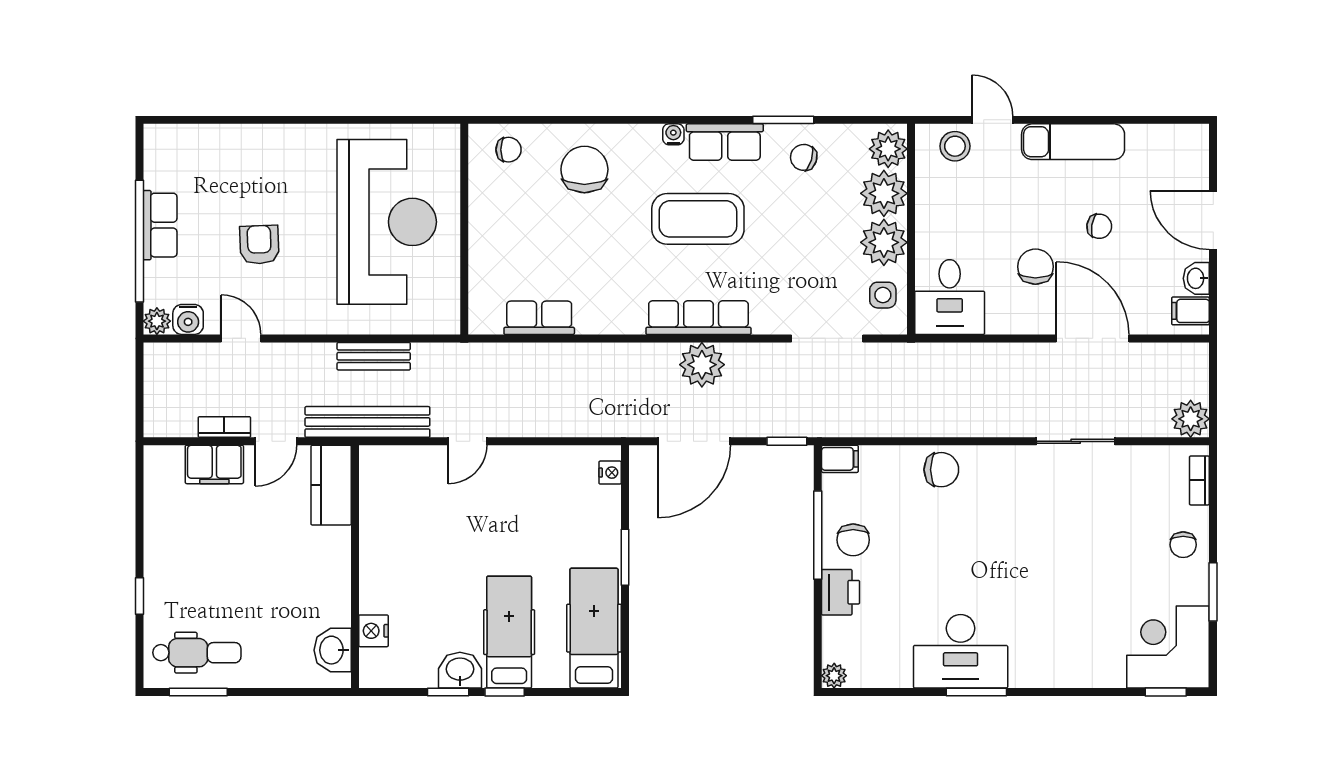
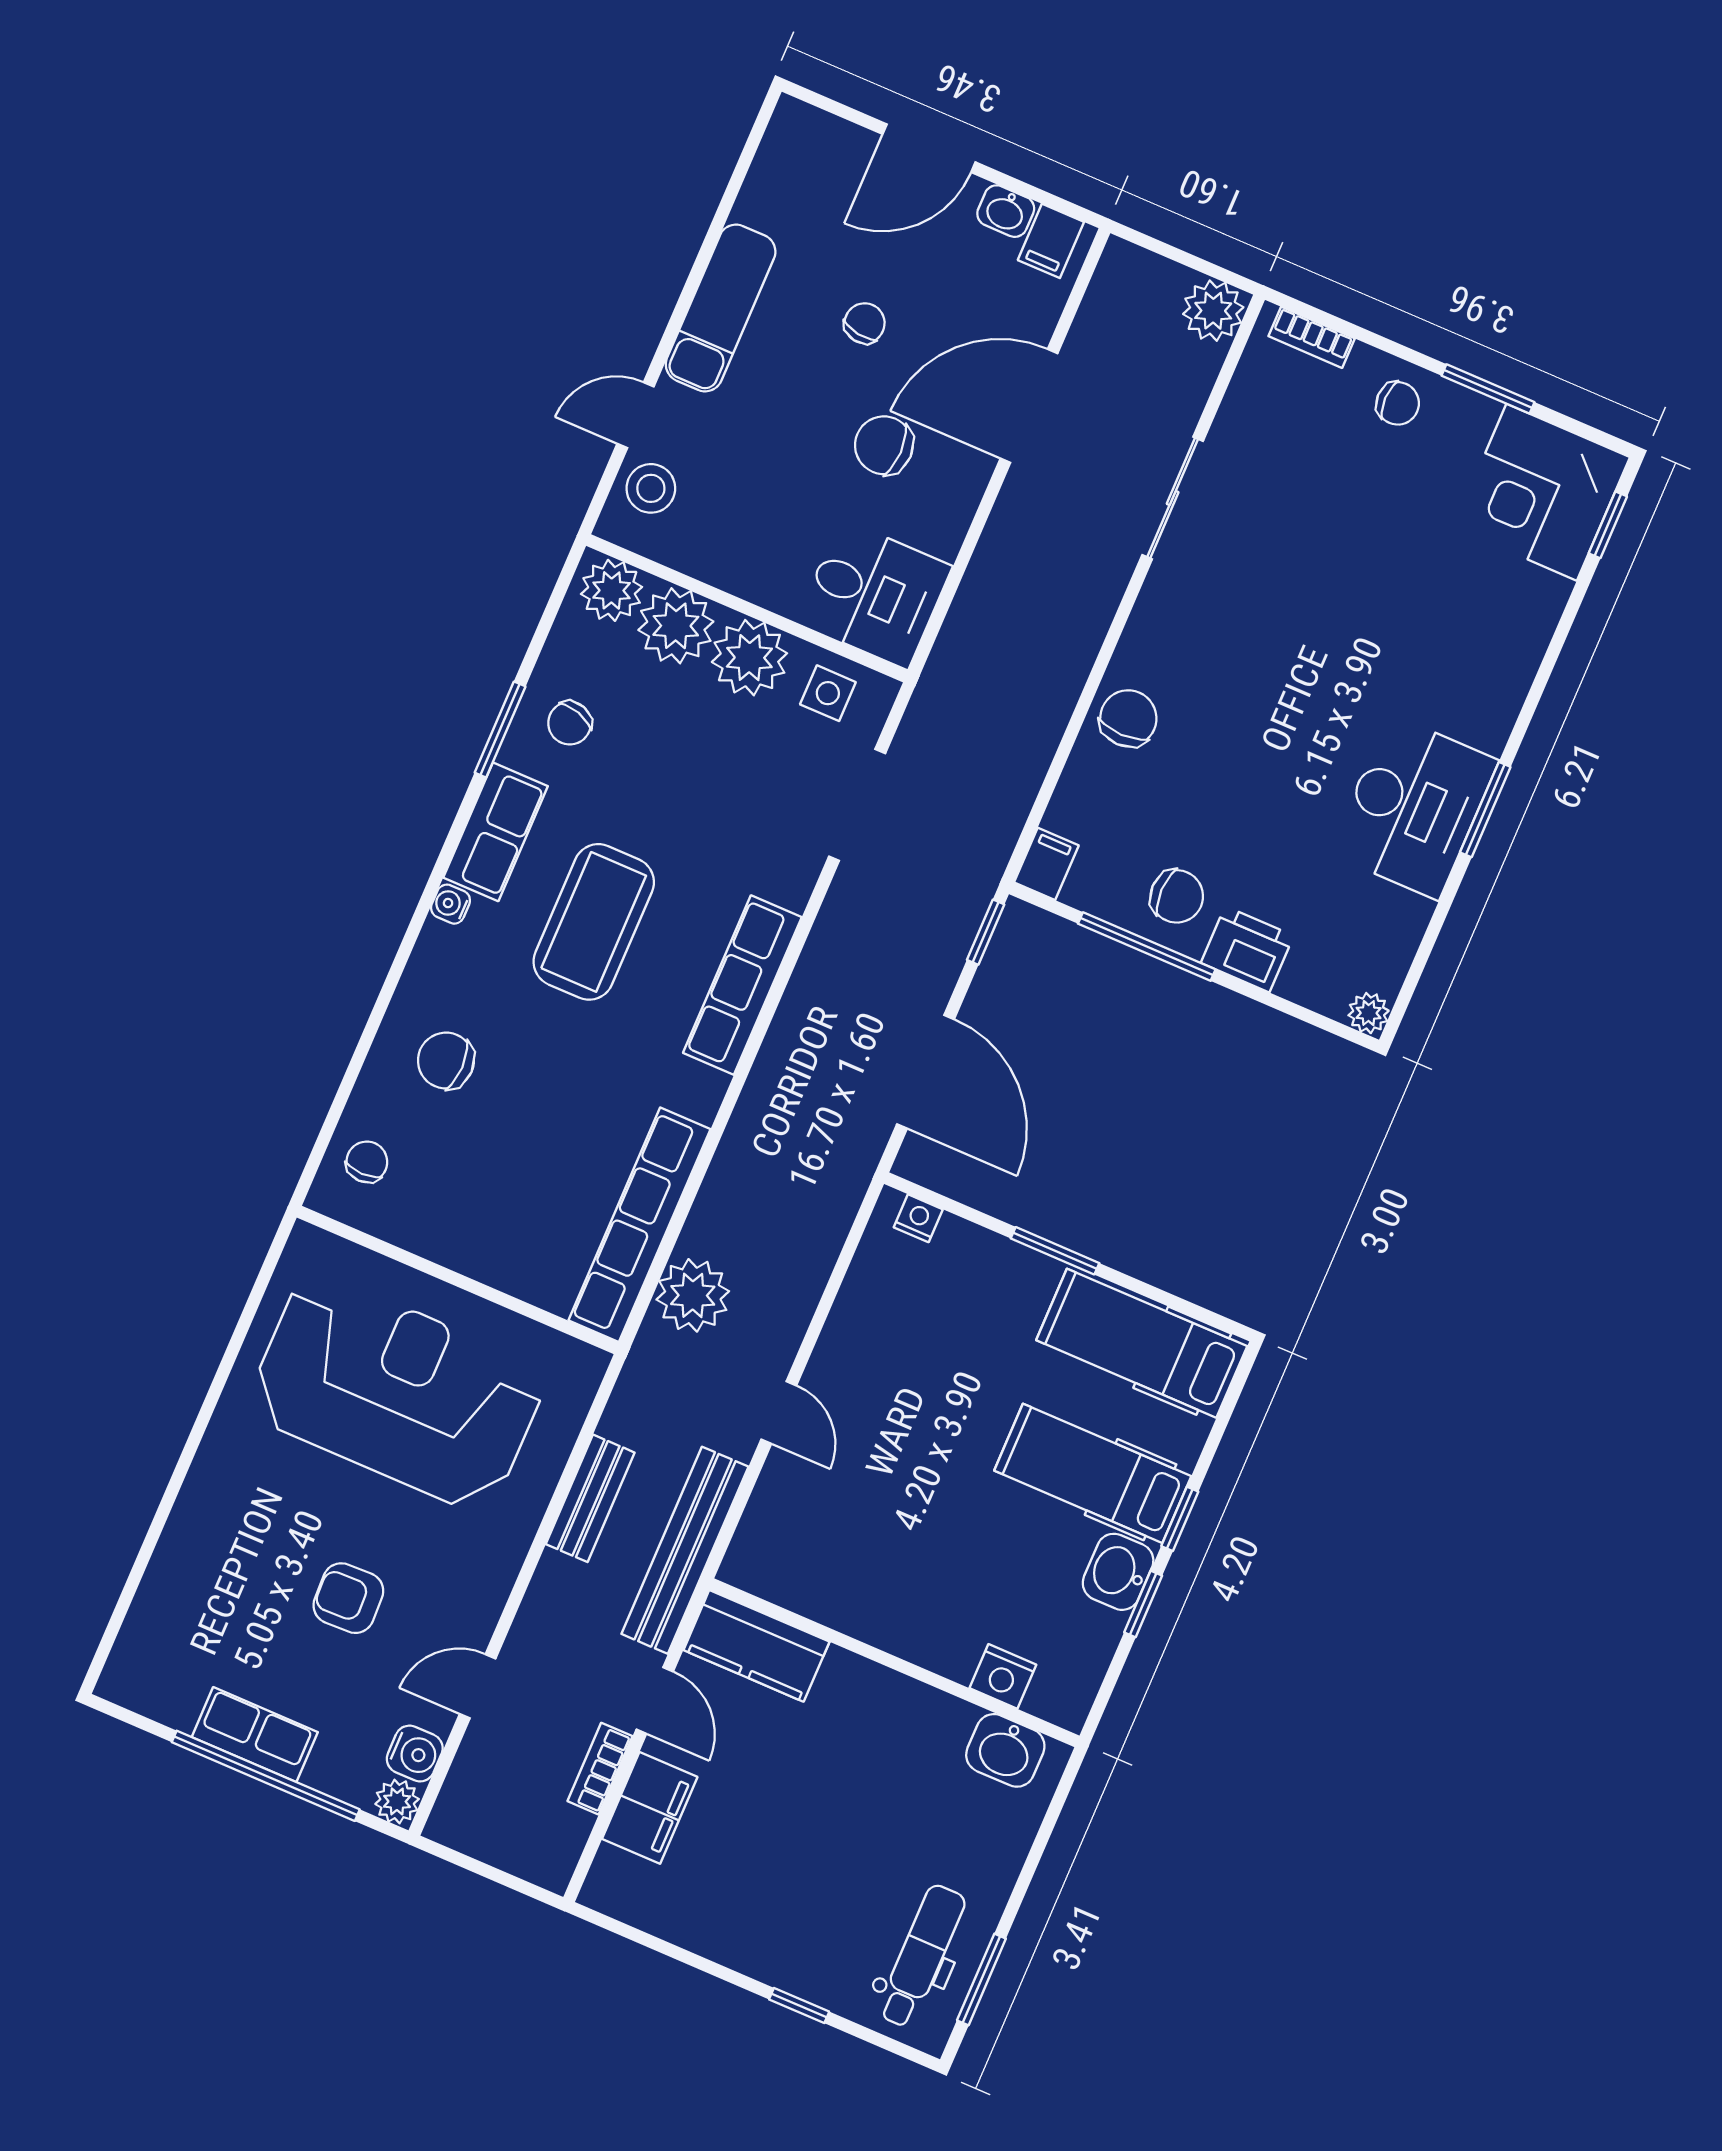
chair: (584, 169) -> (446, 1061), width x0.73, depth x0.73
row of seats: (539, 318) -> (640, 1225), width x2.02
plant: (702, 365) -> (693, 1295), moved

